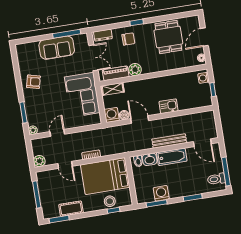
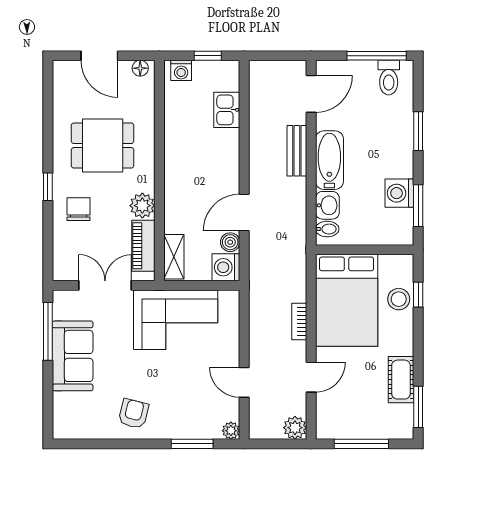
dresser: (103, 35) -> (62, 259), removed
dining table: (168, 37) -> (103, 146), moved
kitchen sink: (169, 106) -> (227, 110), moved
bench: (169, 141) -> (297, 151), width x0.73

